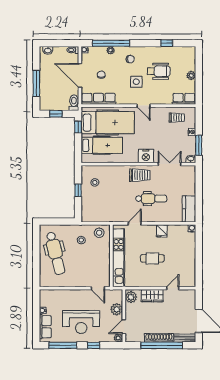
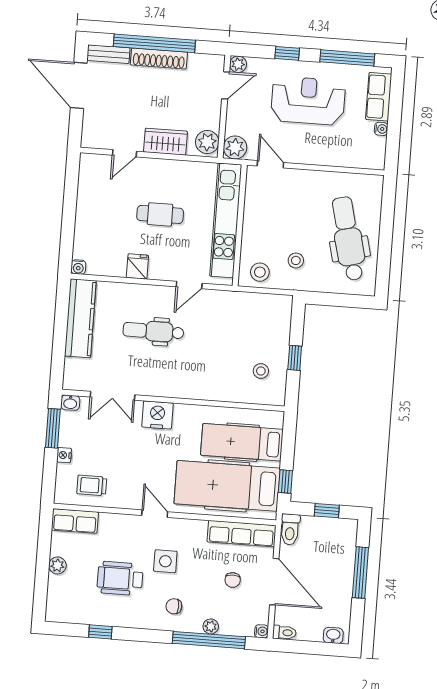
trolley: (140, 175) -> (172, 379), removed
kitchen counter: (189, 209) -> (80, 318), width x1.50
plant: (117, 309) -> (235, 147), moved

